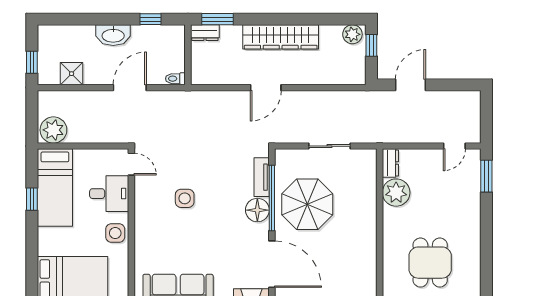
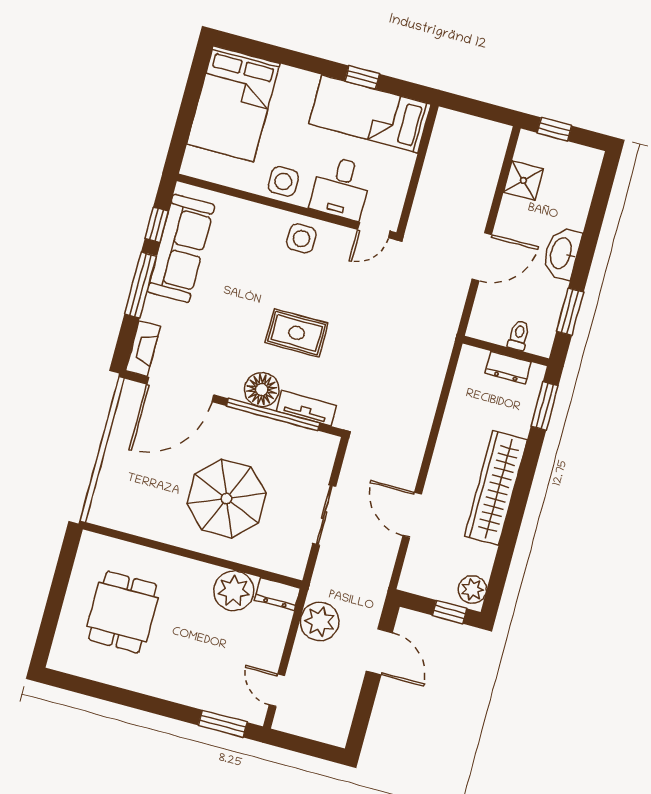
window: (150, 19) -> (570, 312), width x1.50
dresser: (205, 33) -> (508, 368), moved, turned -90
toilet: (175, 79) -> (519, 335), moved
door: (130, 88) -> (482, 257), hinge flipped
door: (266, 88) -> (412, 515), moved
plant: (53, 130) -> (320, 622), moved
rug: (214, 197) -> (296, 333), added
side table: (185, 198) -> (301, 238), moved
parasol: (307, 204) -> (226, 499), moved
dining table: (430, 263) -> (123, 612), turned 90

